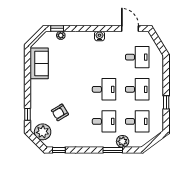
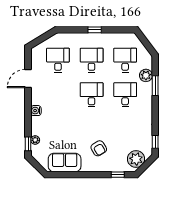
door: (130, 28) -> (28, 78), moved
water cooler: (100, 36) -> (36, 111), moved
window: (166, 102) -> (95, 30), moved
armchair: (60, 112) -> (99, 148), moved

